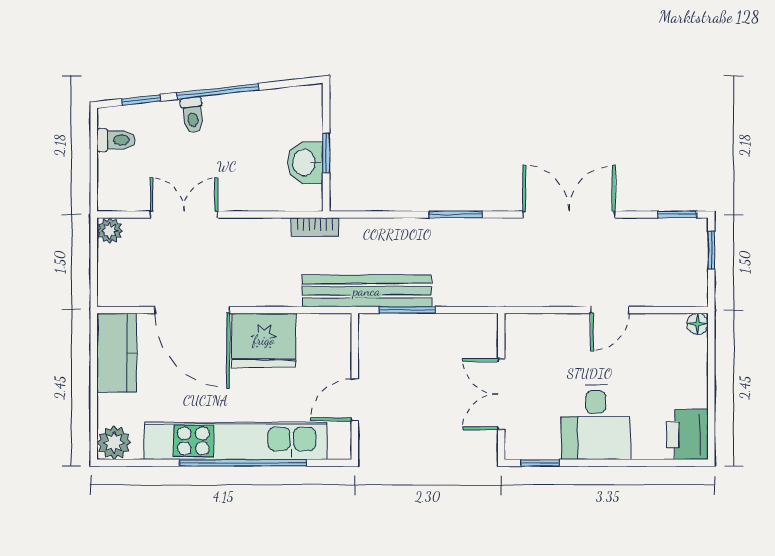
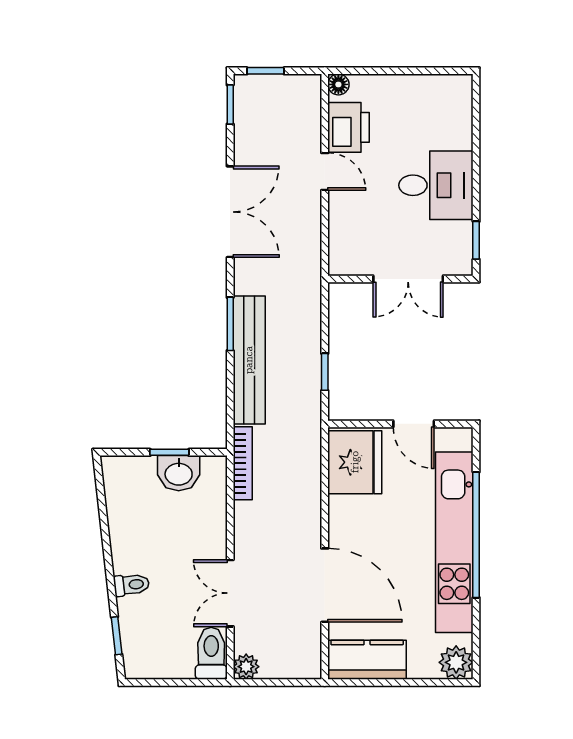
window: (218, 91) -> (108, 560), removed
toilet: (116, 140) -> (211, 653), moved, width x1.37, depth x1.39
double door: (569, 215) -> (230, 212), swing flipped
bookcase: (315, 227) -> (243, 463), width x1.56
bench: (367, 291) -> (249, 360), moved
door: (192, 310) -> (325, 585), hinge flipped
window: (407, 310) -> (325, 372), width x0.67
fridge: (264, 340) -> (355, 462), moved
printer: (687, 434) -> (349, 127), moved, turned -90

